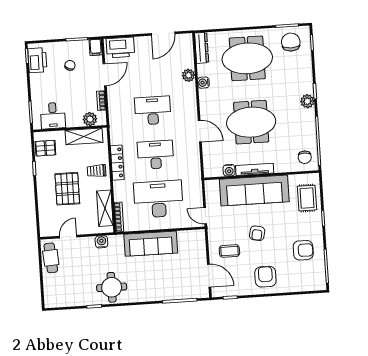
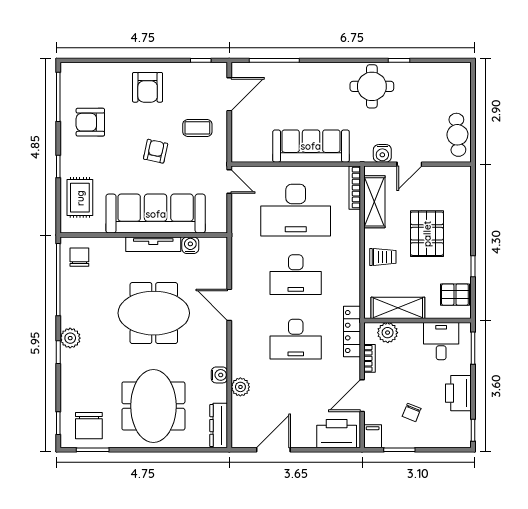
meeting table: (247, 58) -> (153, 406), turned 90
printer: (37, 60) -> (458, 393), moved
locker: (117, 163) -> (352, 332), moved
door: (68, 237) -> (409, 164), moved
door: (209, 276) -> (229, 94), swing flipped

